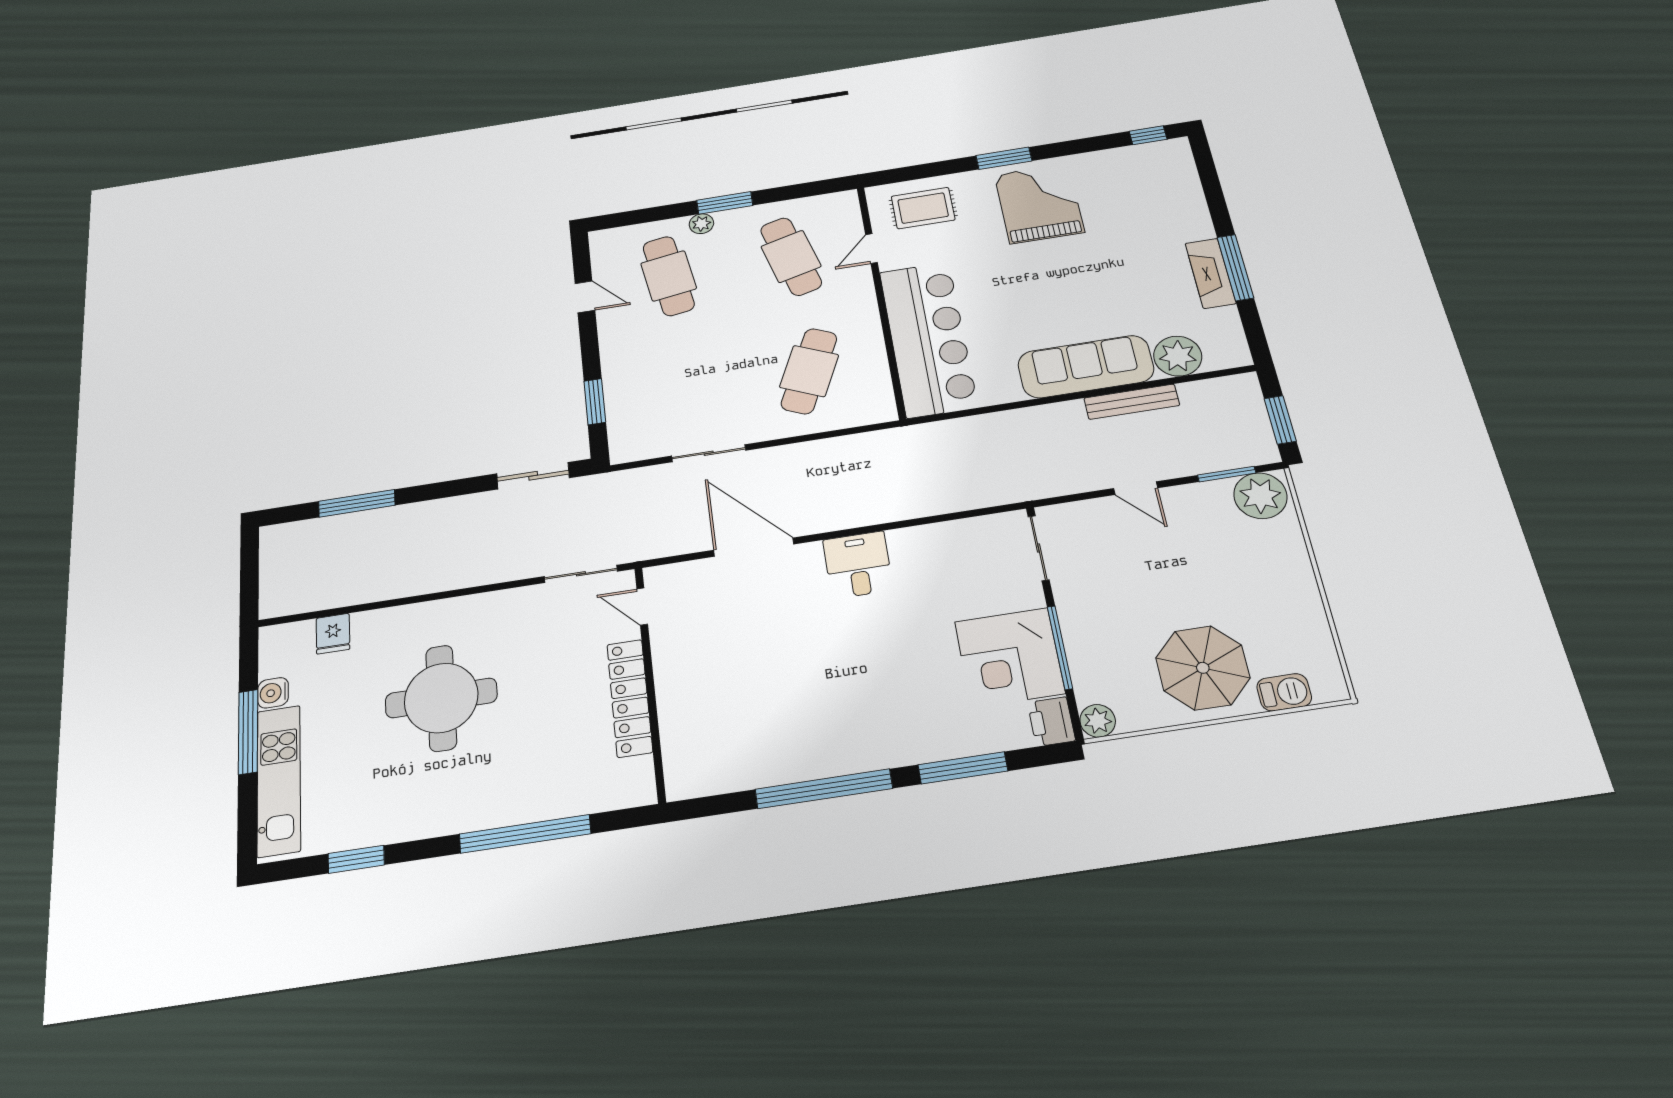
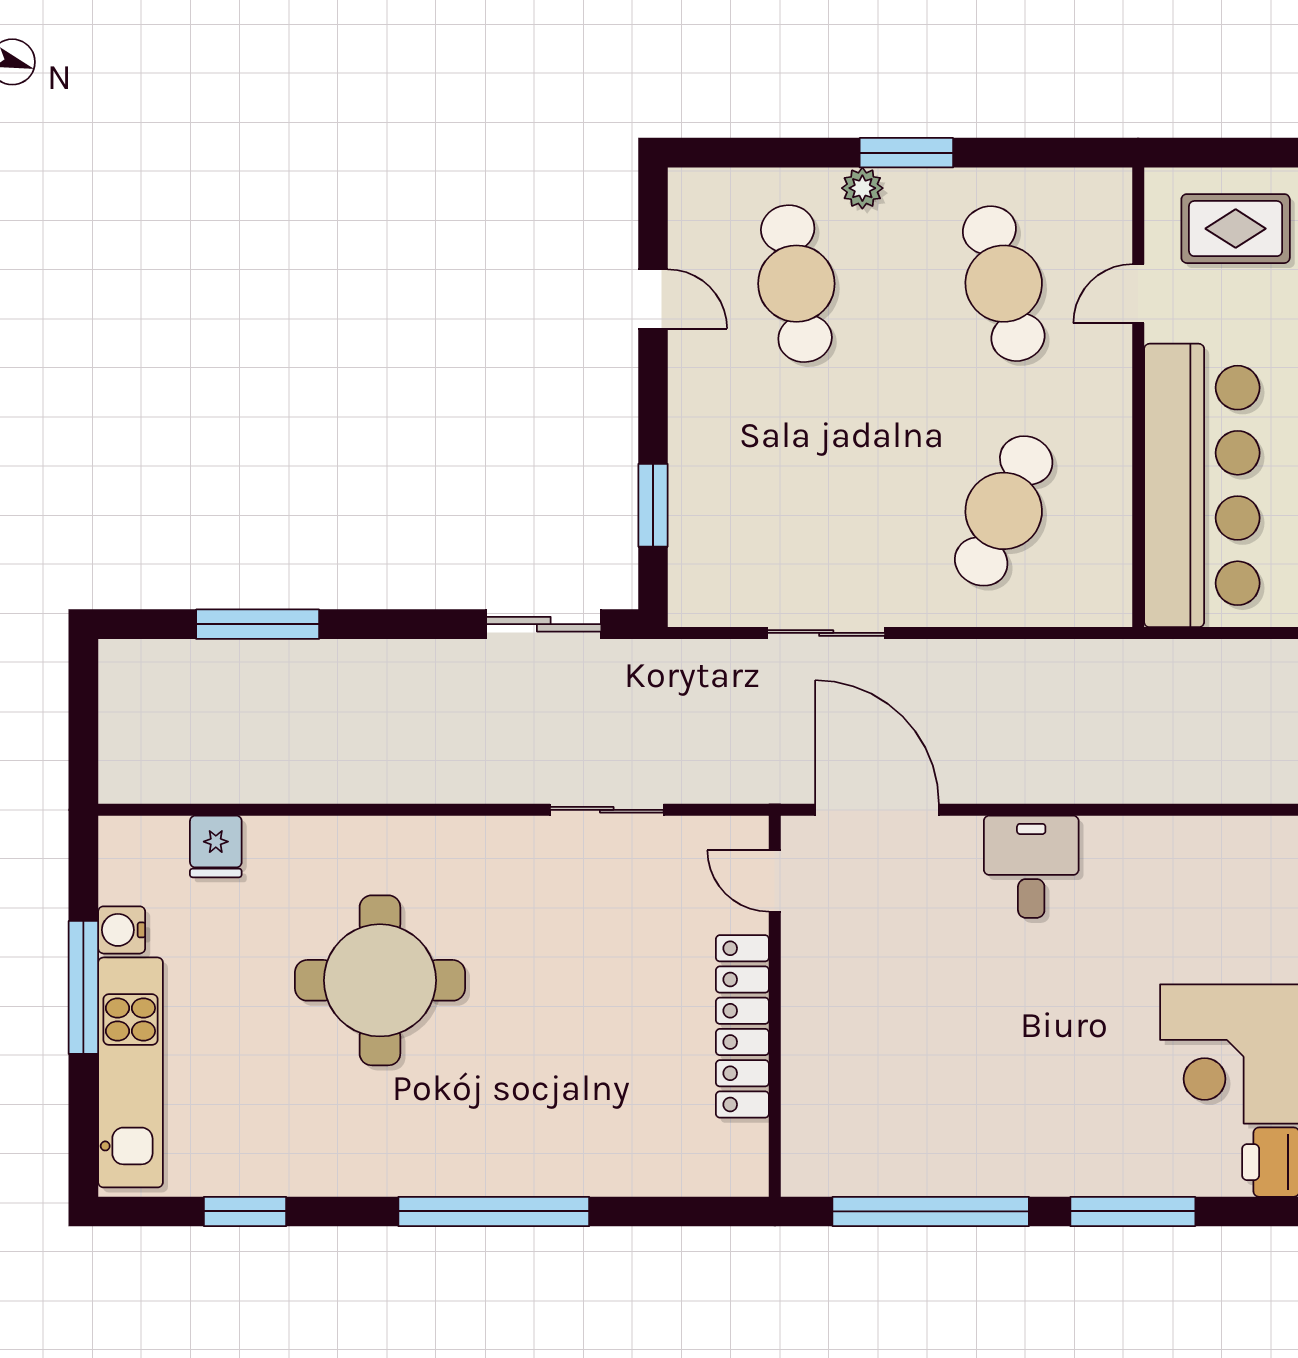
door: (642, 607) -> (775, 881), moved
wall: (650, 682) -> (775, 1006), moved
locker: (630, 698) -> (742, 1026), moved

